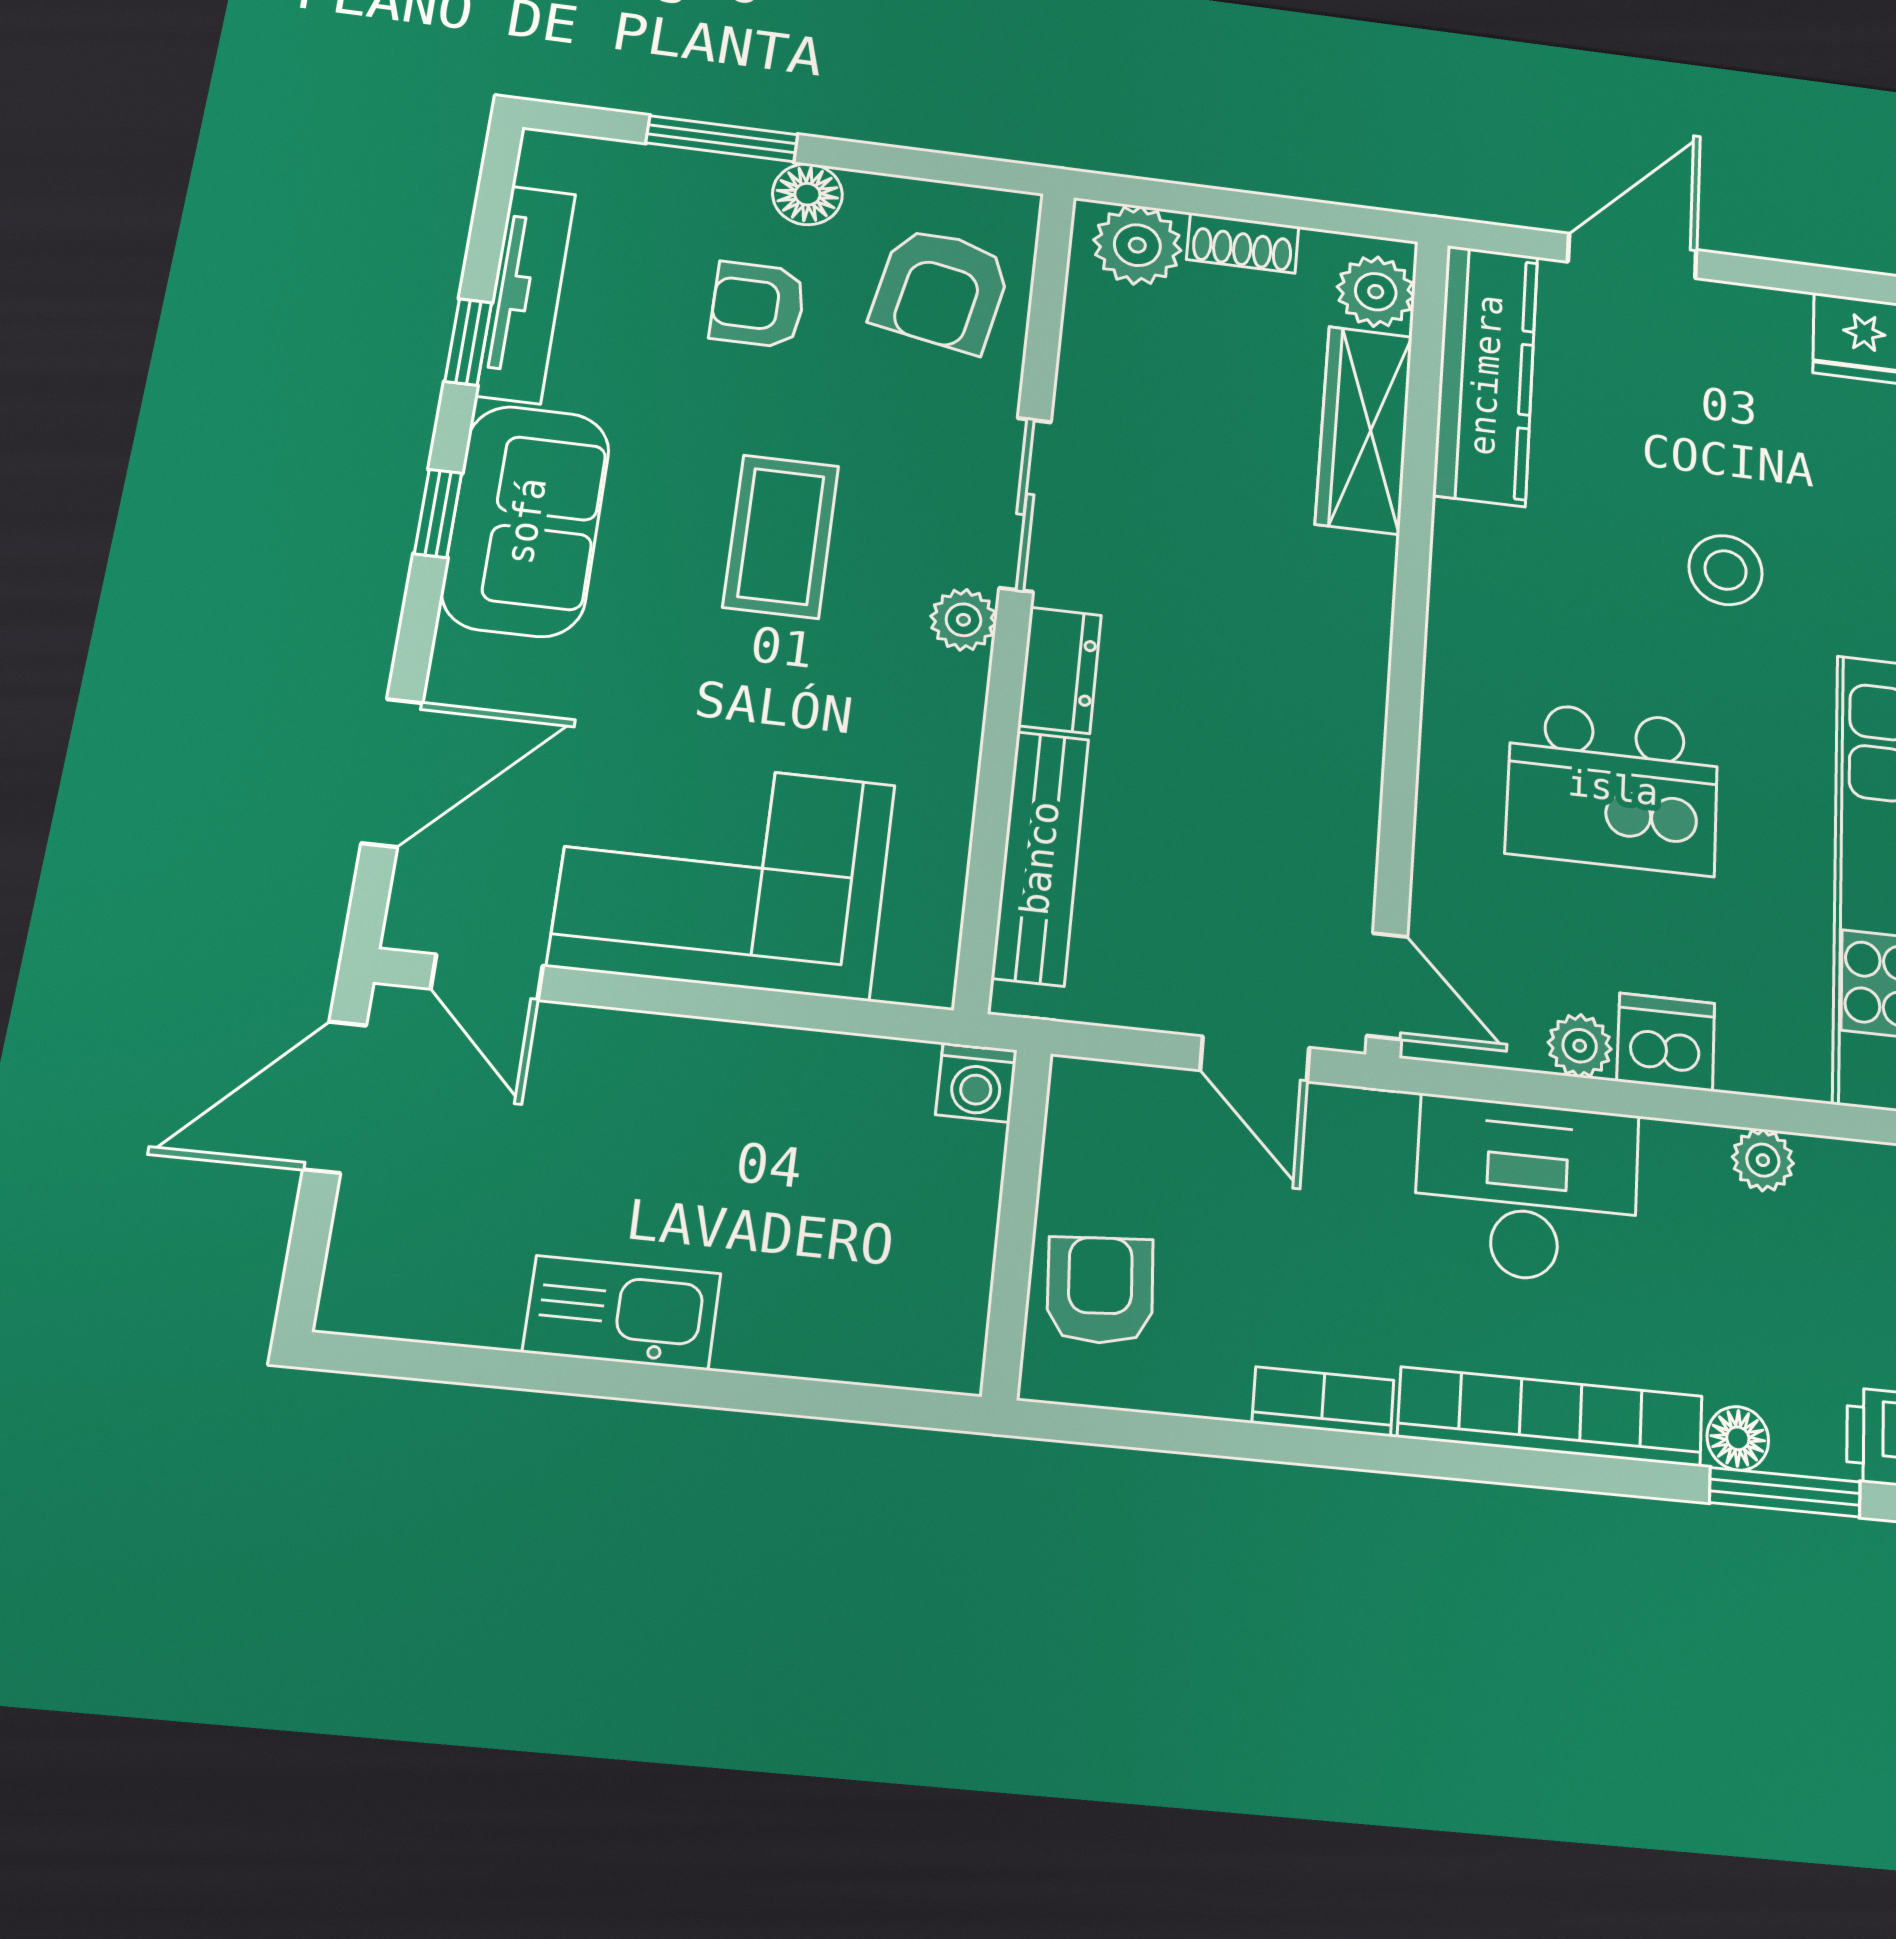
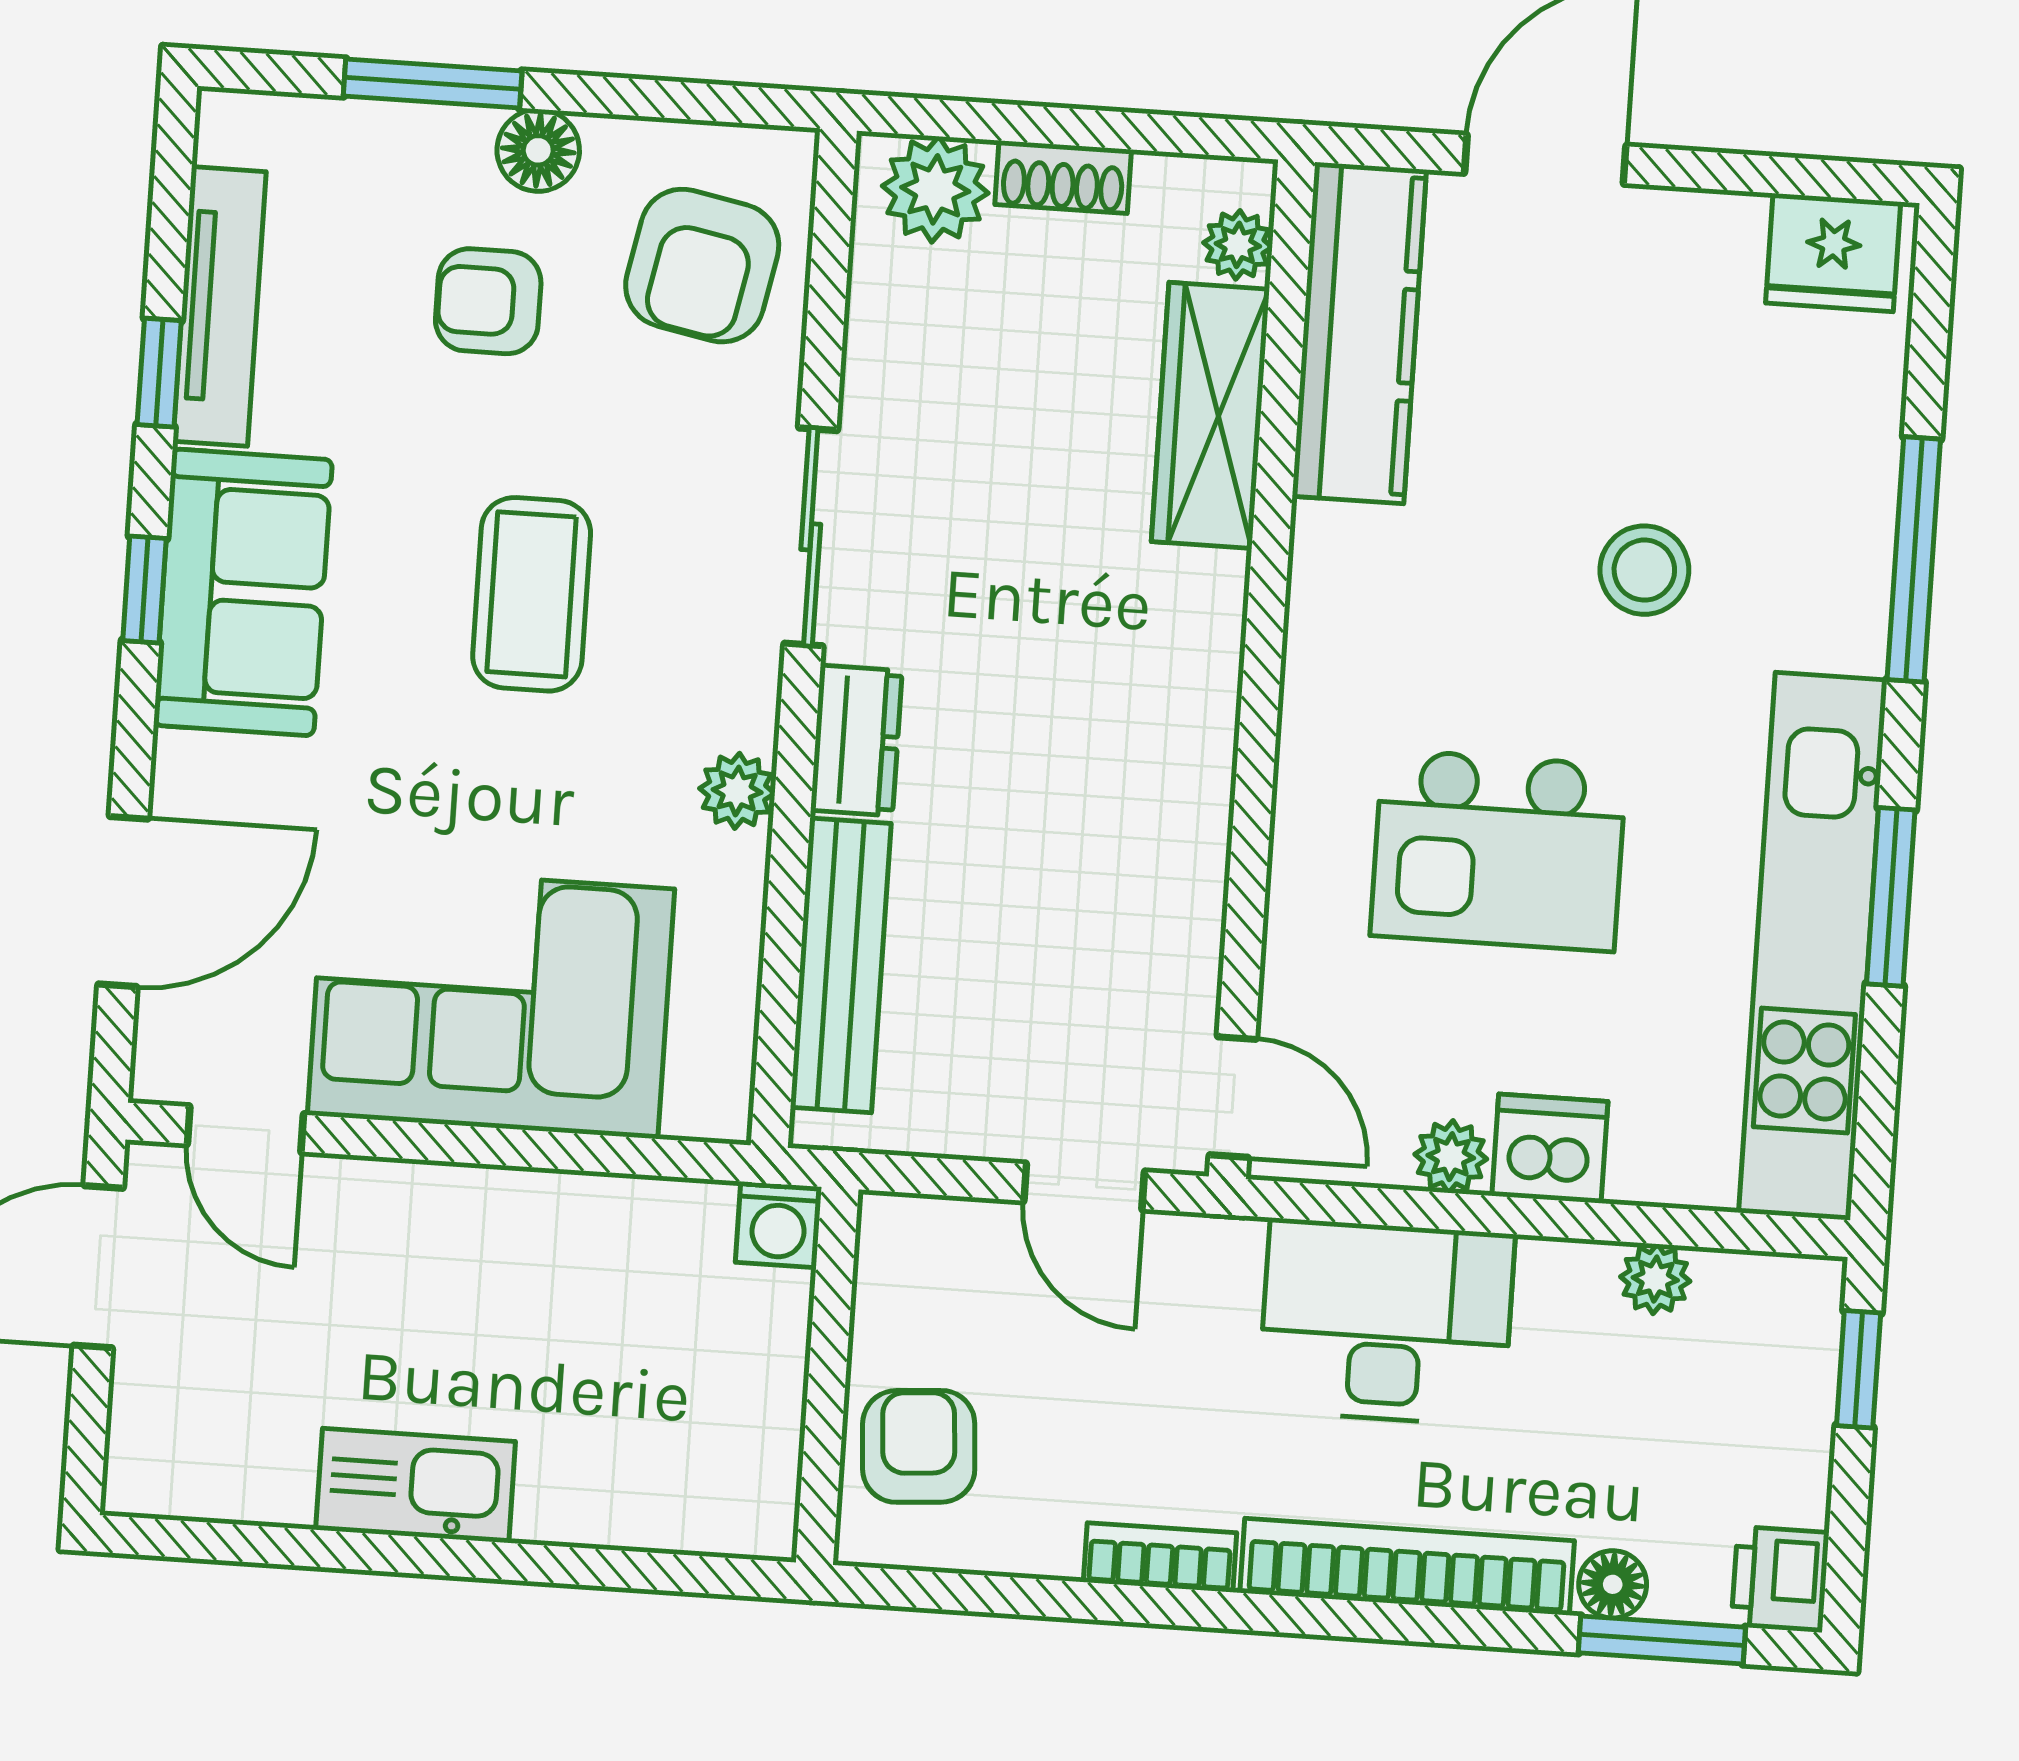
plant: (1376, 292) -> (1238, 245), width x0.73, depth x0.73
plant: (963, 620) -> (737, 791), moved

